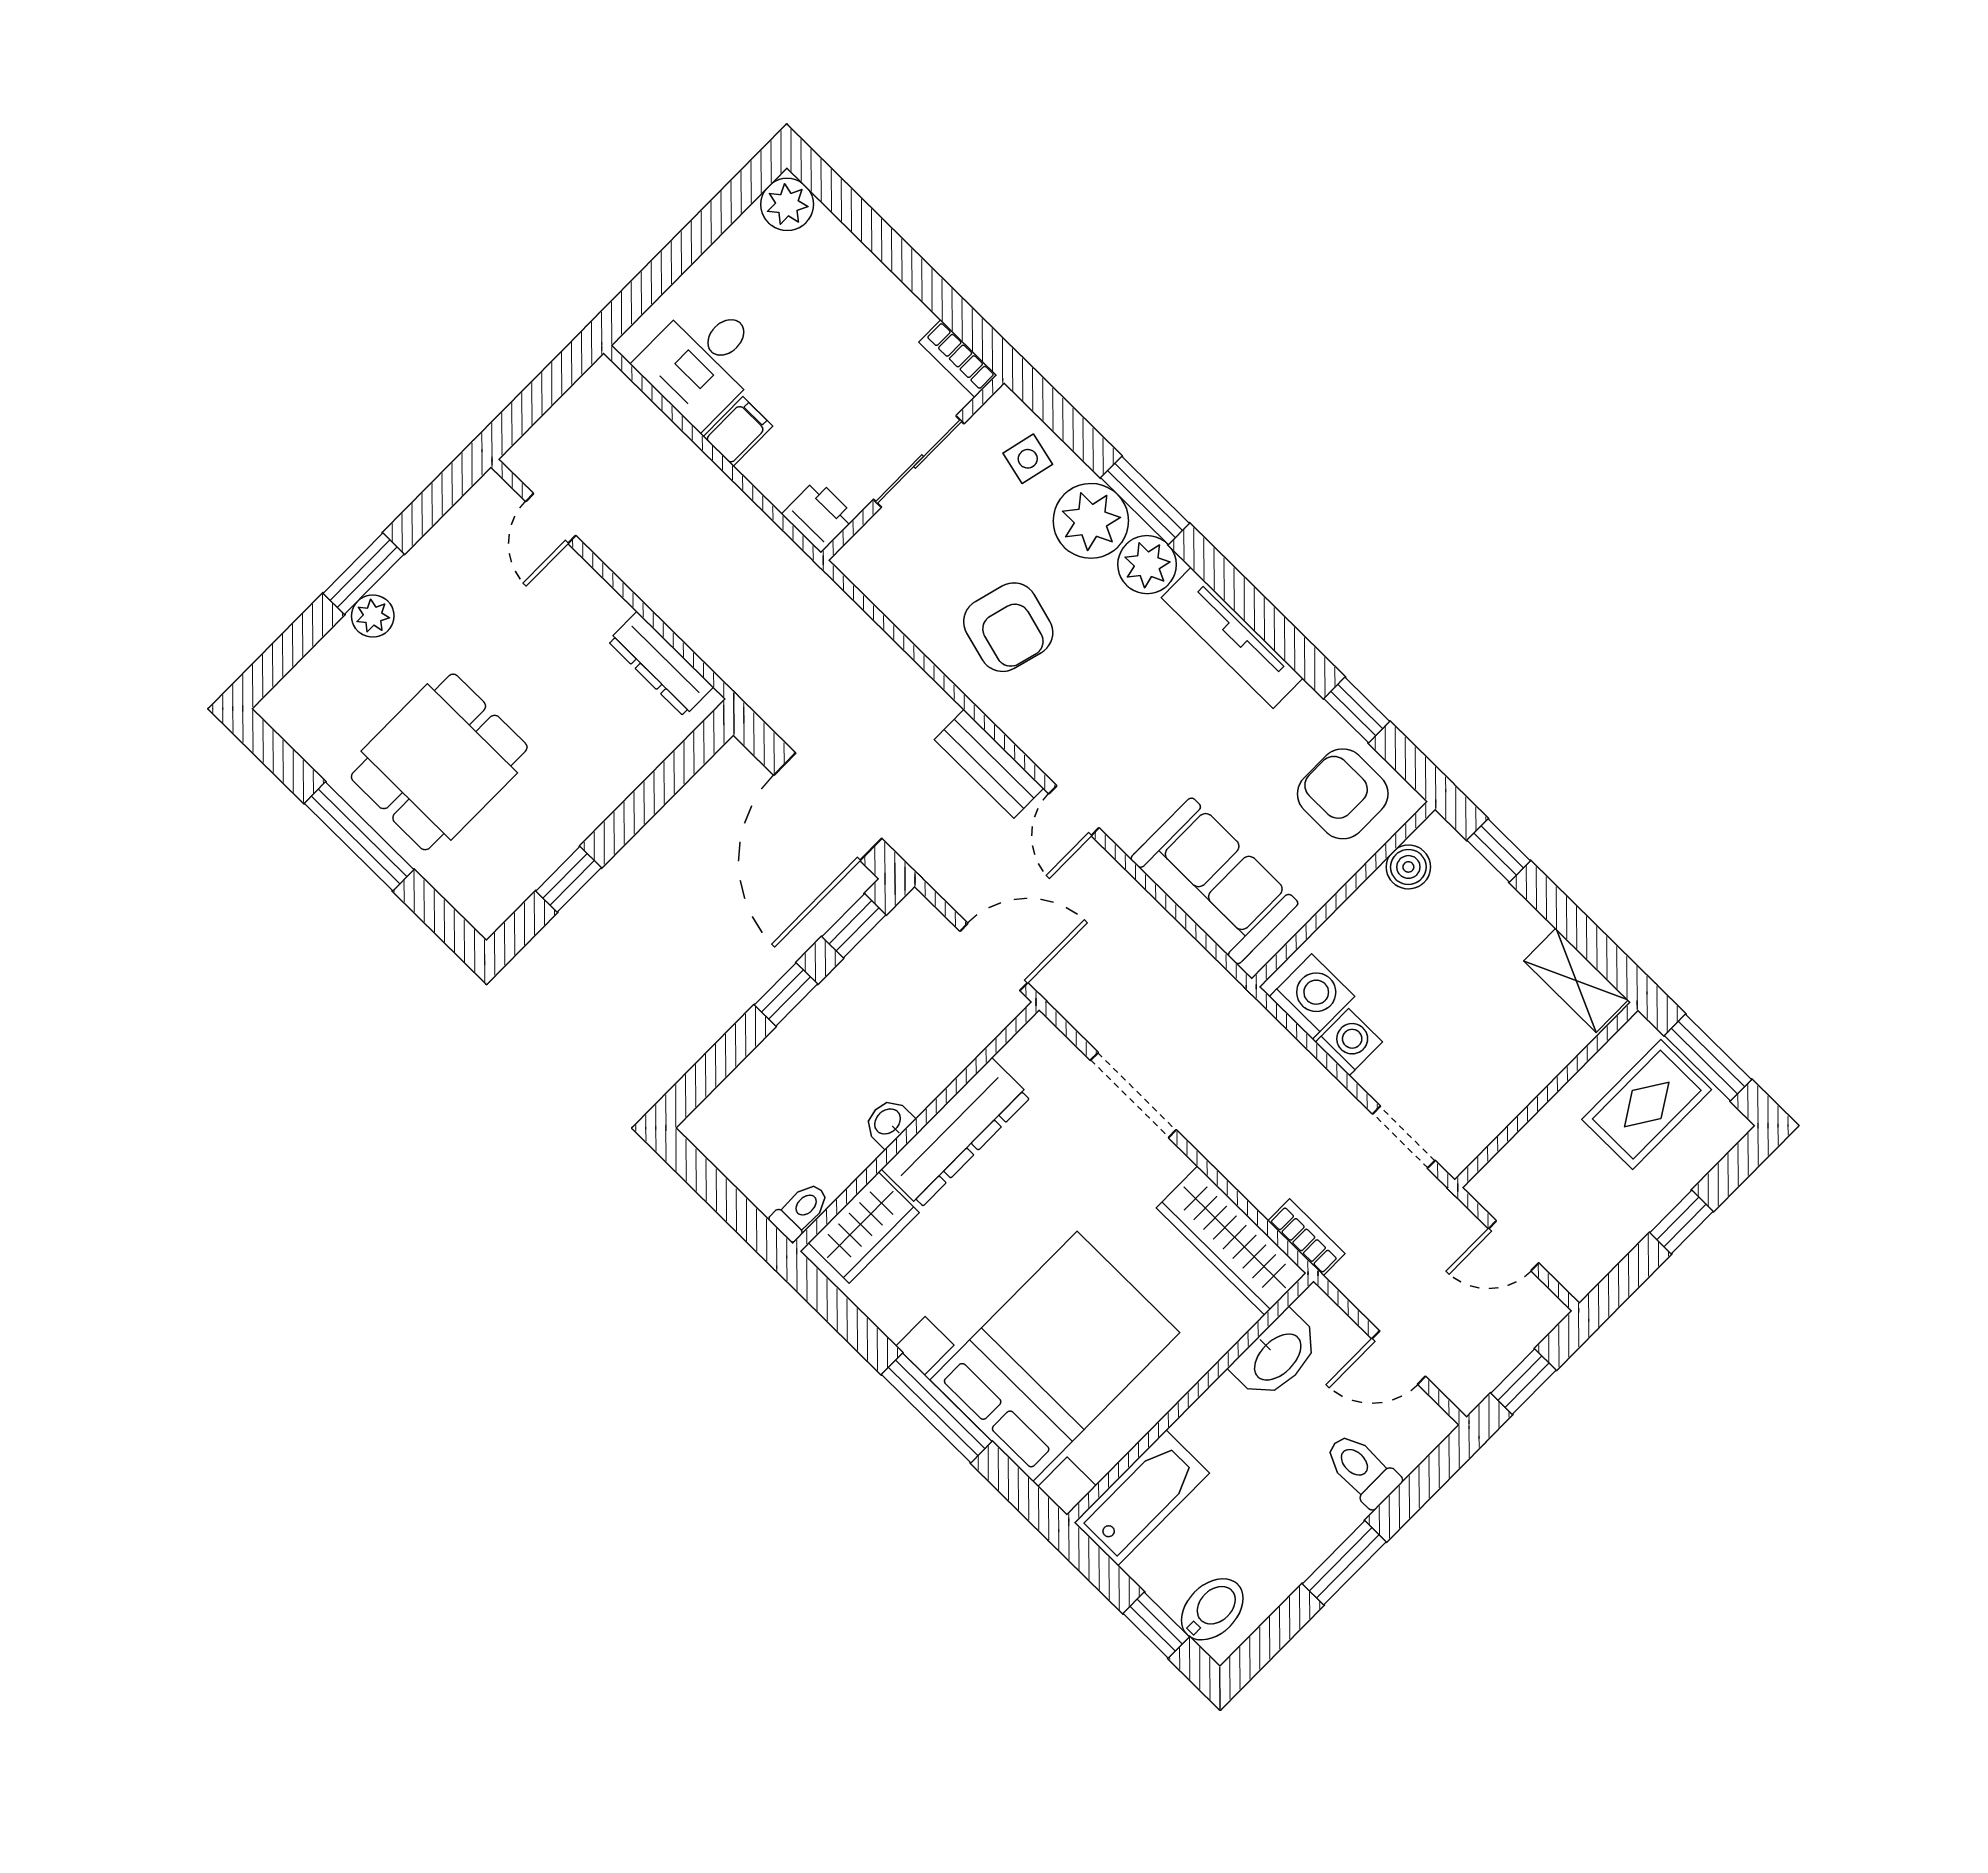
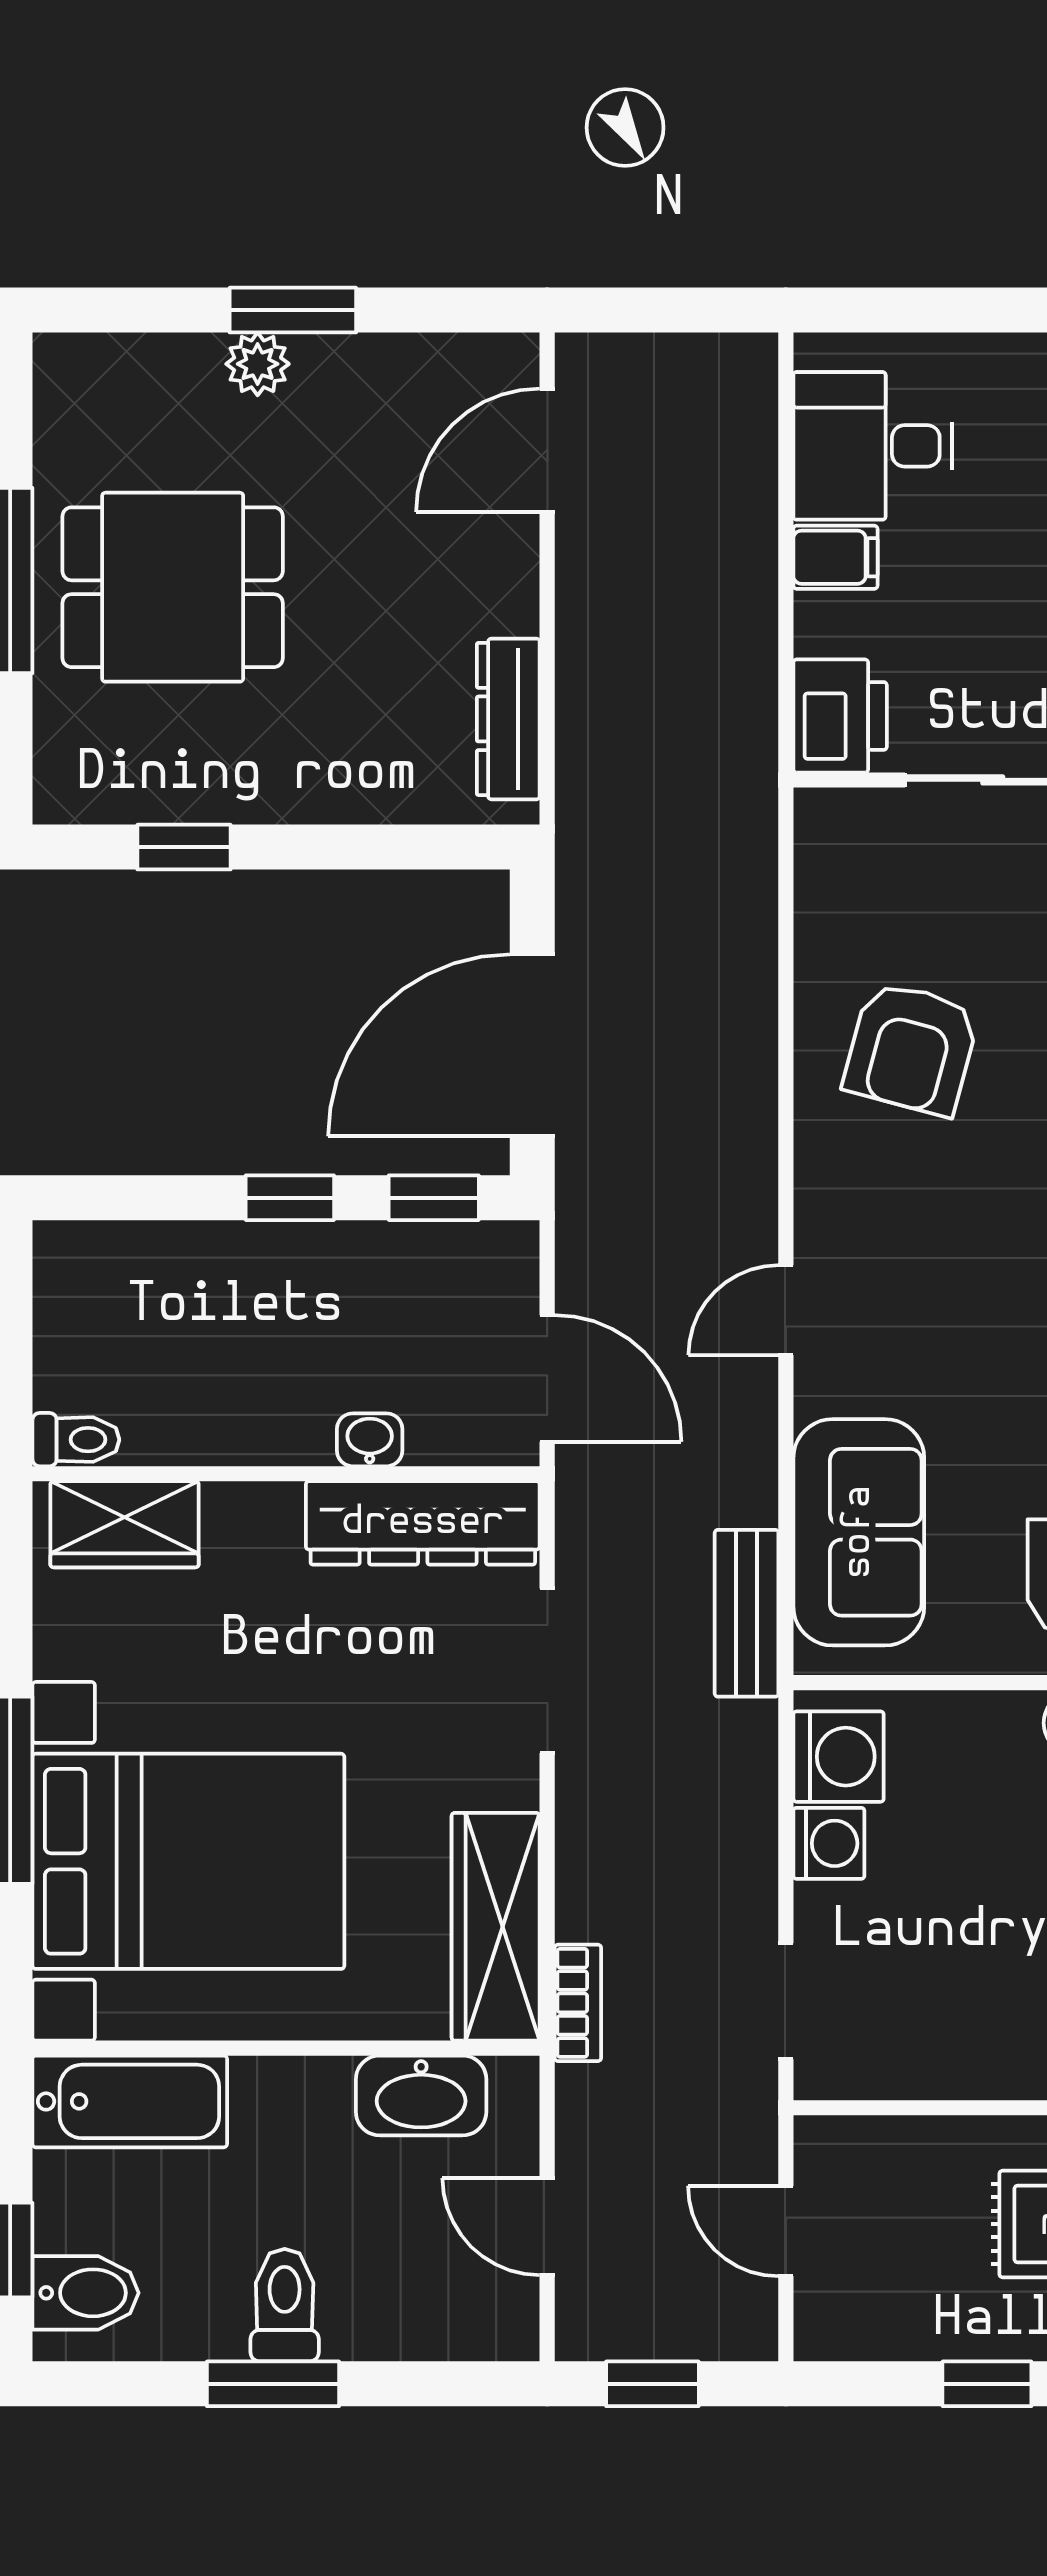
printer: (819, 516) -> (840, 716), width x1.36, depth x1.24
door: (551, 519) -> (547, 450), width x1.38
bench: (989, 764) -> (747, 1613), moved
washbasin: (888, 1122) -> (370, 1440), moved
dresser: (956, 1133) -> (423, 1523), moved
toilet: (1362, 1470) -> (285, 2305), moved

